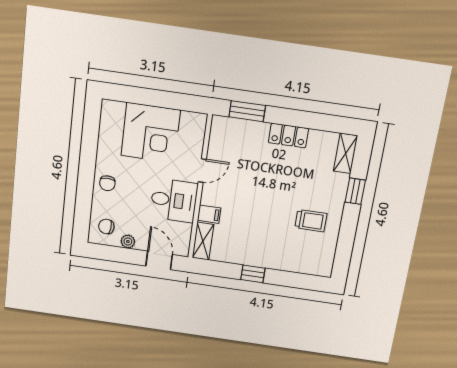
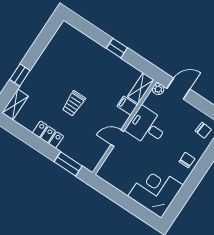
corner desk: (151, 133) -> (155, 191), moved
trolley: (311, 221) -> (74, 104), moved, turned -90
plant: (128, 242) -> (158, 89), moved
door: (159, 260) -> (178, 89), swing flipped

